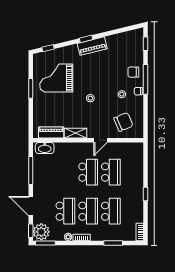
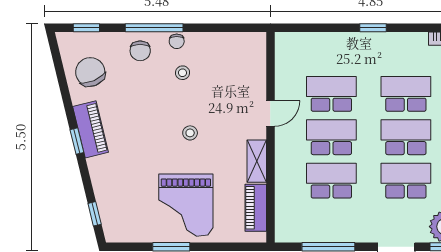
grand piano: (56, 78) -> (186, 205), moved
chair: (123, 122) -> (90, 72), moved
door: (101, 140) -> (270, 113), hinge flipped
washbasin: (45, 148) -> (285, 220), removed
school desk: (65, 172) -> (331, 181), added

